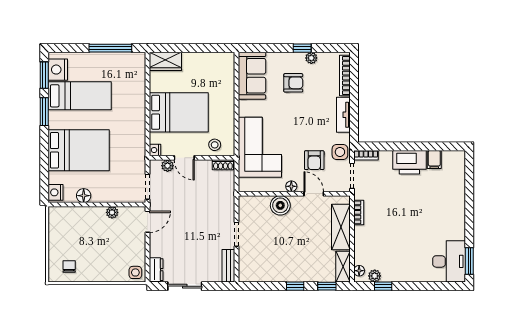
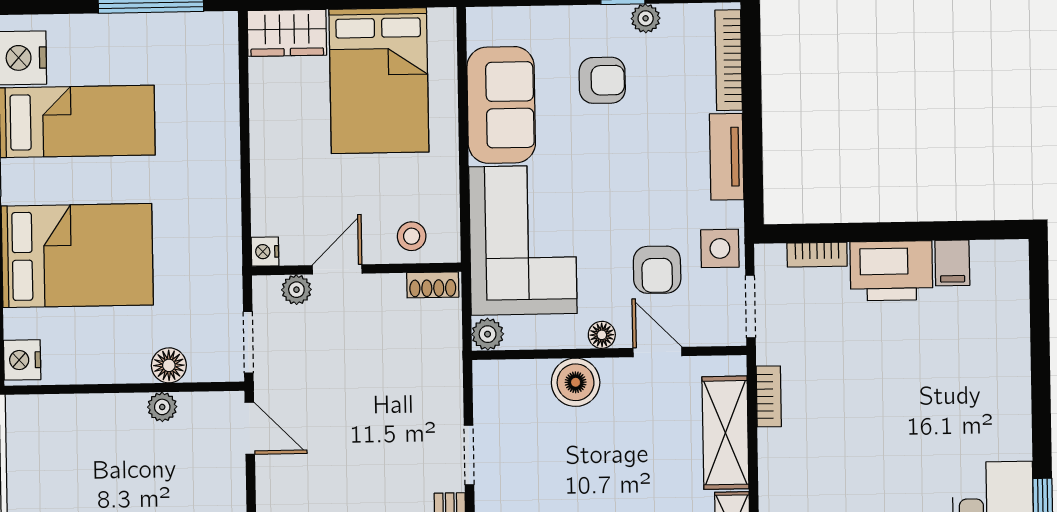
sofa: (252, 76) -> (501, 105), moved
bed: (179, 112) -> (379, 81), moved, turned 90
bookcase: (366, 155) -> (817, 255), moved
door: (184, 158) -> (337, 269), swing flipped
plant: (245, 185) -> (488, 334), added
floor lamp: (84, 196) -> (169, 365), moved
door: (148, 222) -> (250, 428), hinge flipped

